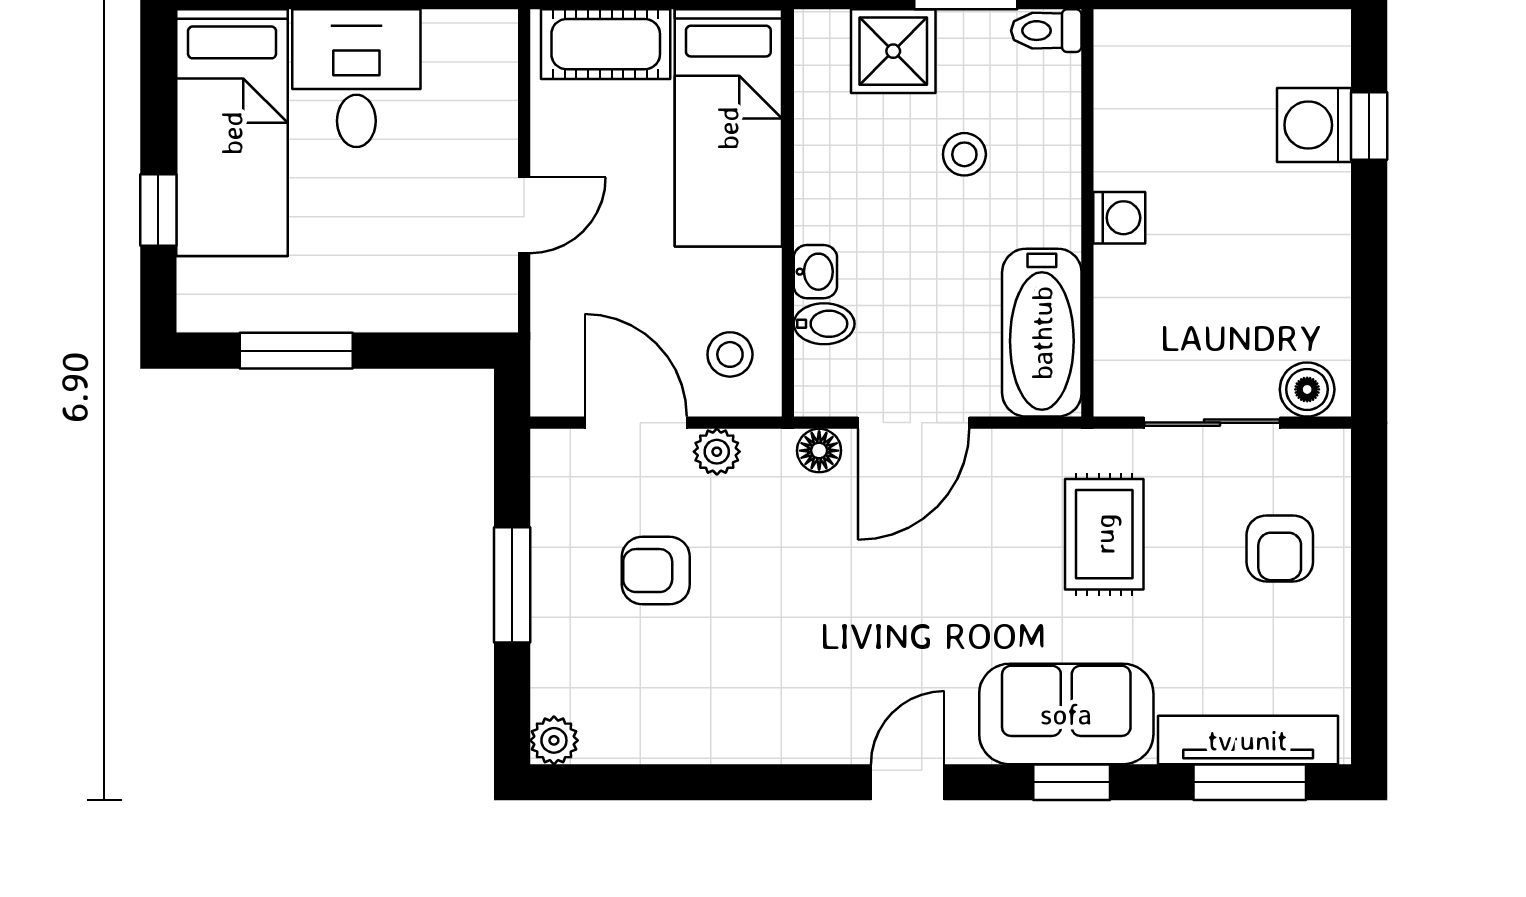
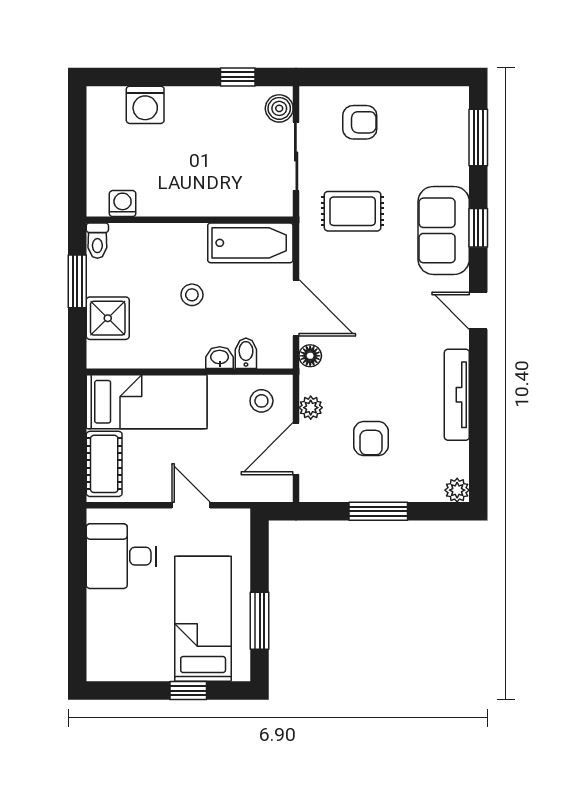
desk: (356, 78) -> (121, 556), moved
window: (1369, 126) -> (238, 77), moved
bed: (232, 133) -> (203, 619), moved, turned -90
stool: (964, 154) -> (192, 295), moved
washing machine: (1119, 218) -> (123, 204), moved
tv unit: (1248, 740) -> (457, 395), moved

